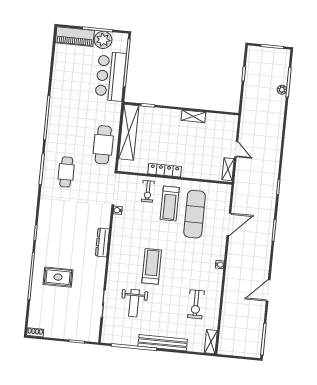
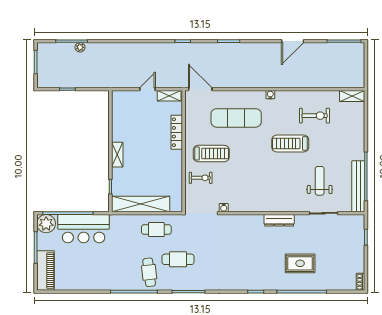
plant: (103, 40) -> (46, 224), moved
shelving: (193, 116) -> (117, 155), moved
cafe table: (64, 134) -> (149, 272), added
cafe table: (103, 145) -> (156, 230), width x0.73, depth x0.74
locker: (165, 170) -> (177, 132), moved
cafe table: (66, 172) -> (178, 259), moved
exercise mat: (195, 214) -> (236, 118), moved
door: (229, 224) -> (200, 89), moved
dresser: (102, 242) -> (279, 220), moved
treadmill: (152, 266) -> (290, 143), moved
rug: (58, 277) -> (300, 263), turned 90
door: (268, 291) -> (293, 41), hinge flipped
weight bench: (134, 303) -> (320, 181), turned -90
bench: (163, 343) -> (358, 186), moved

